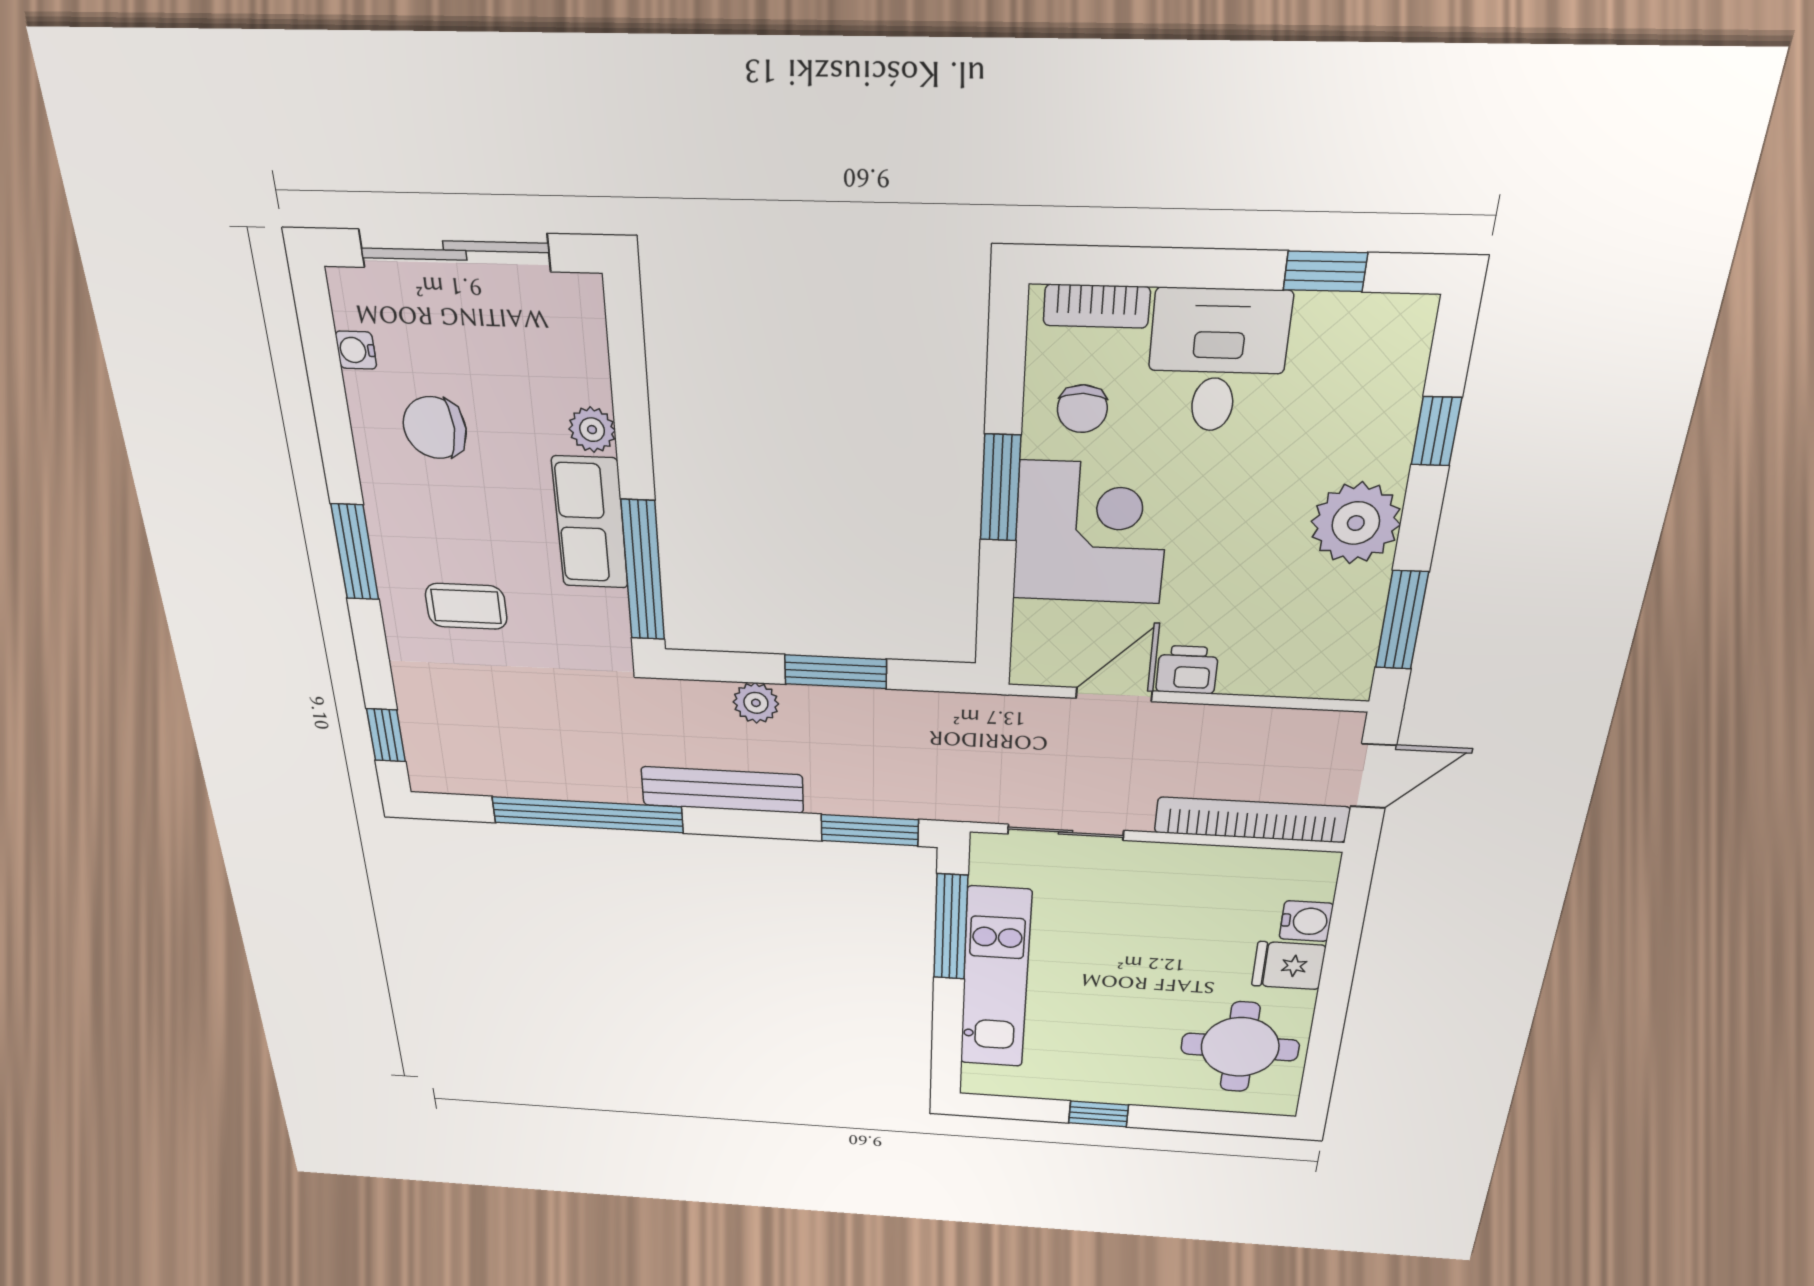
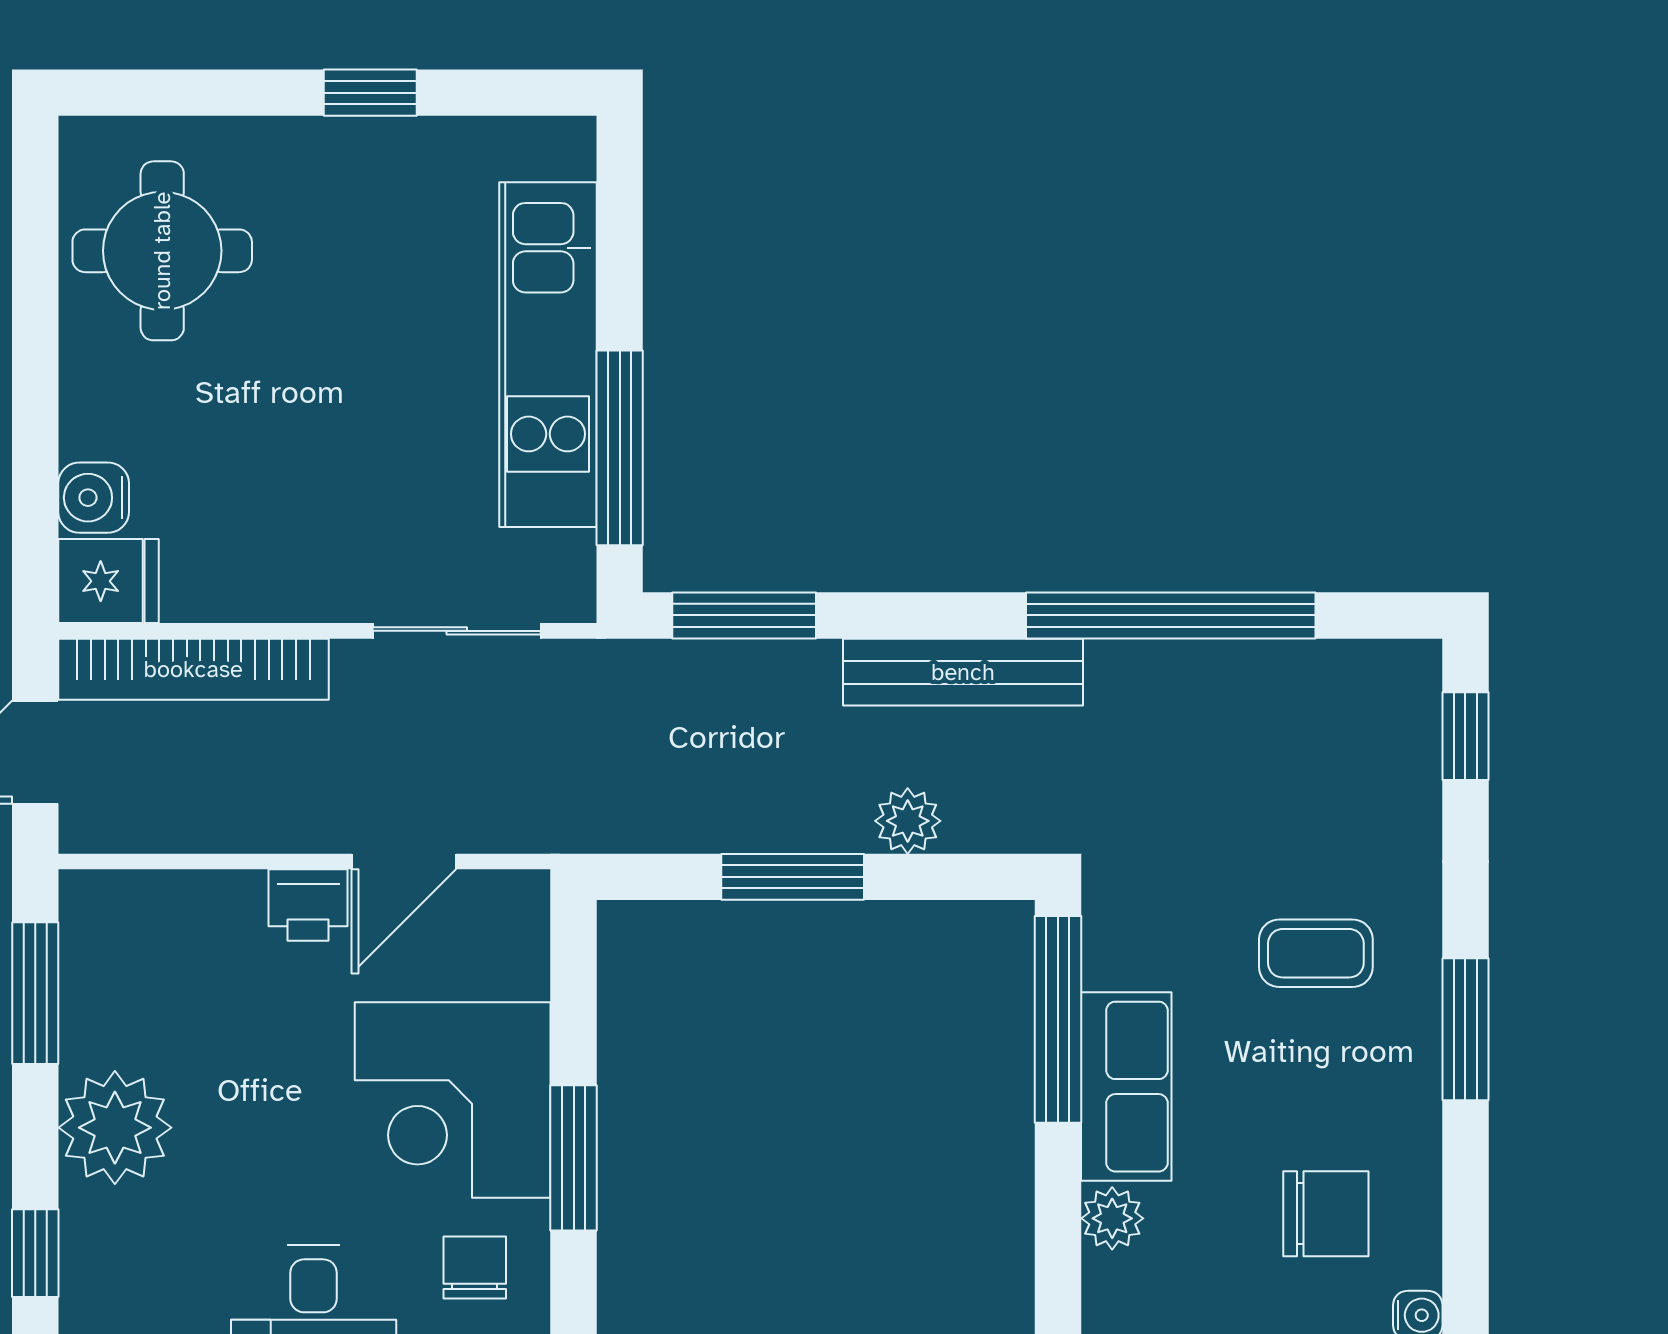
fridge: (1289, 966) -> (109, 581), moved

